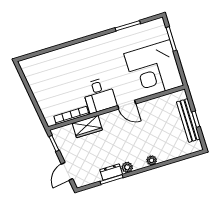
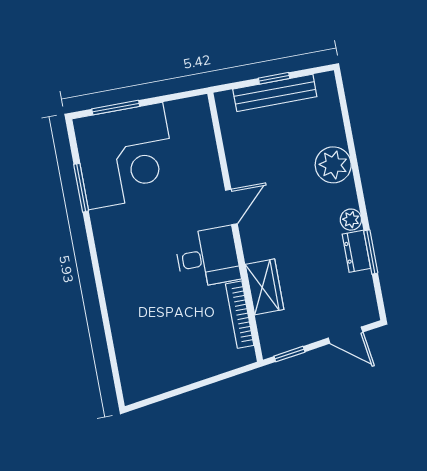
corner desk: (154, 70) -> (125, 156), moved
plant: (152, 160) -> (333, 165), width x1.88, depth x1.88

